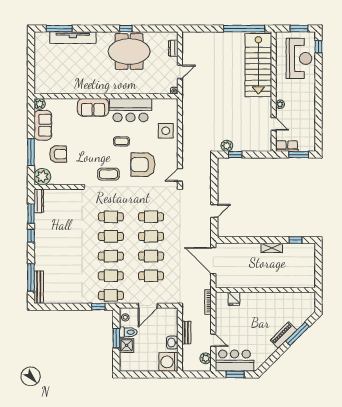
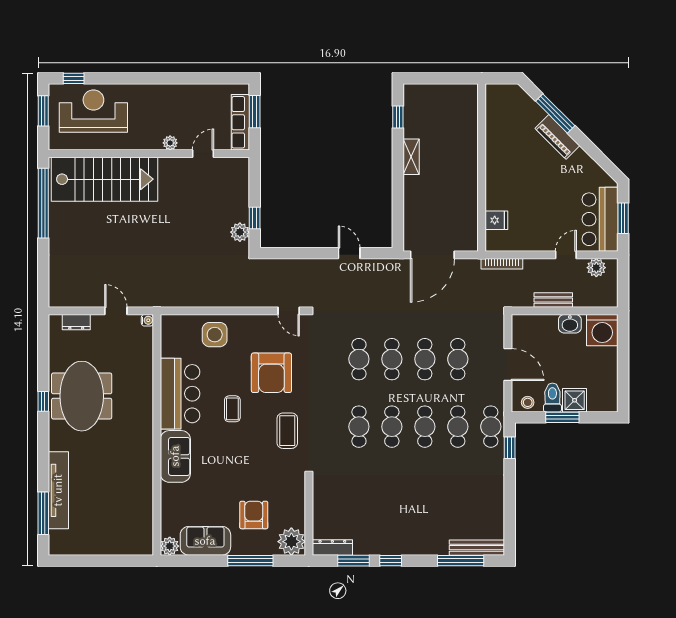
row of seats: (287, 146) -> (240, 122), width x1.48

